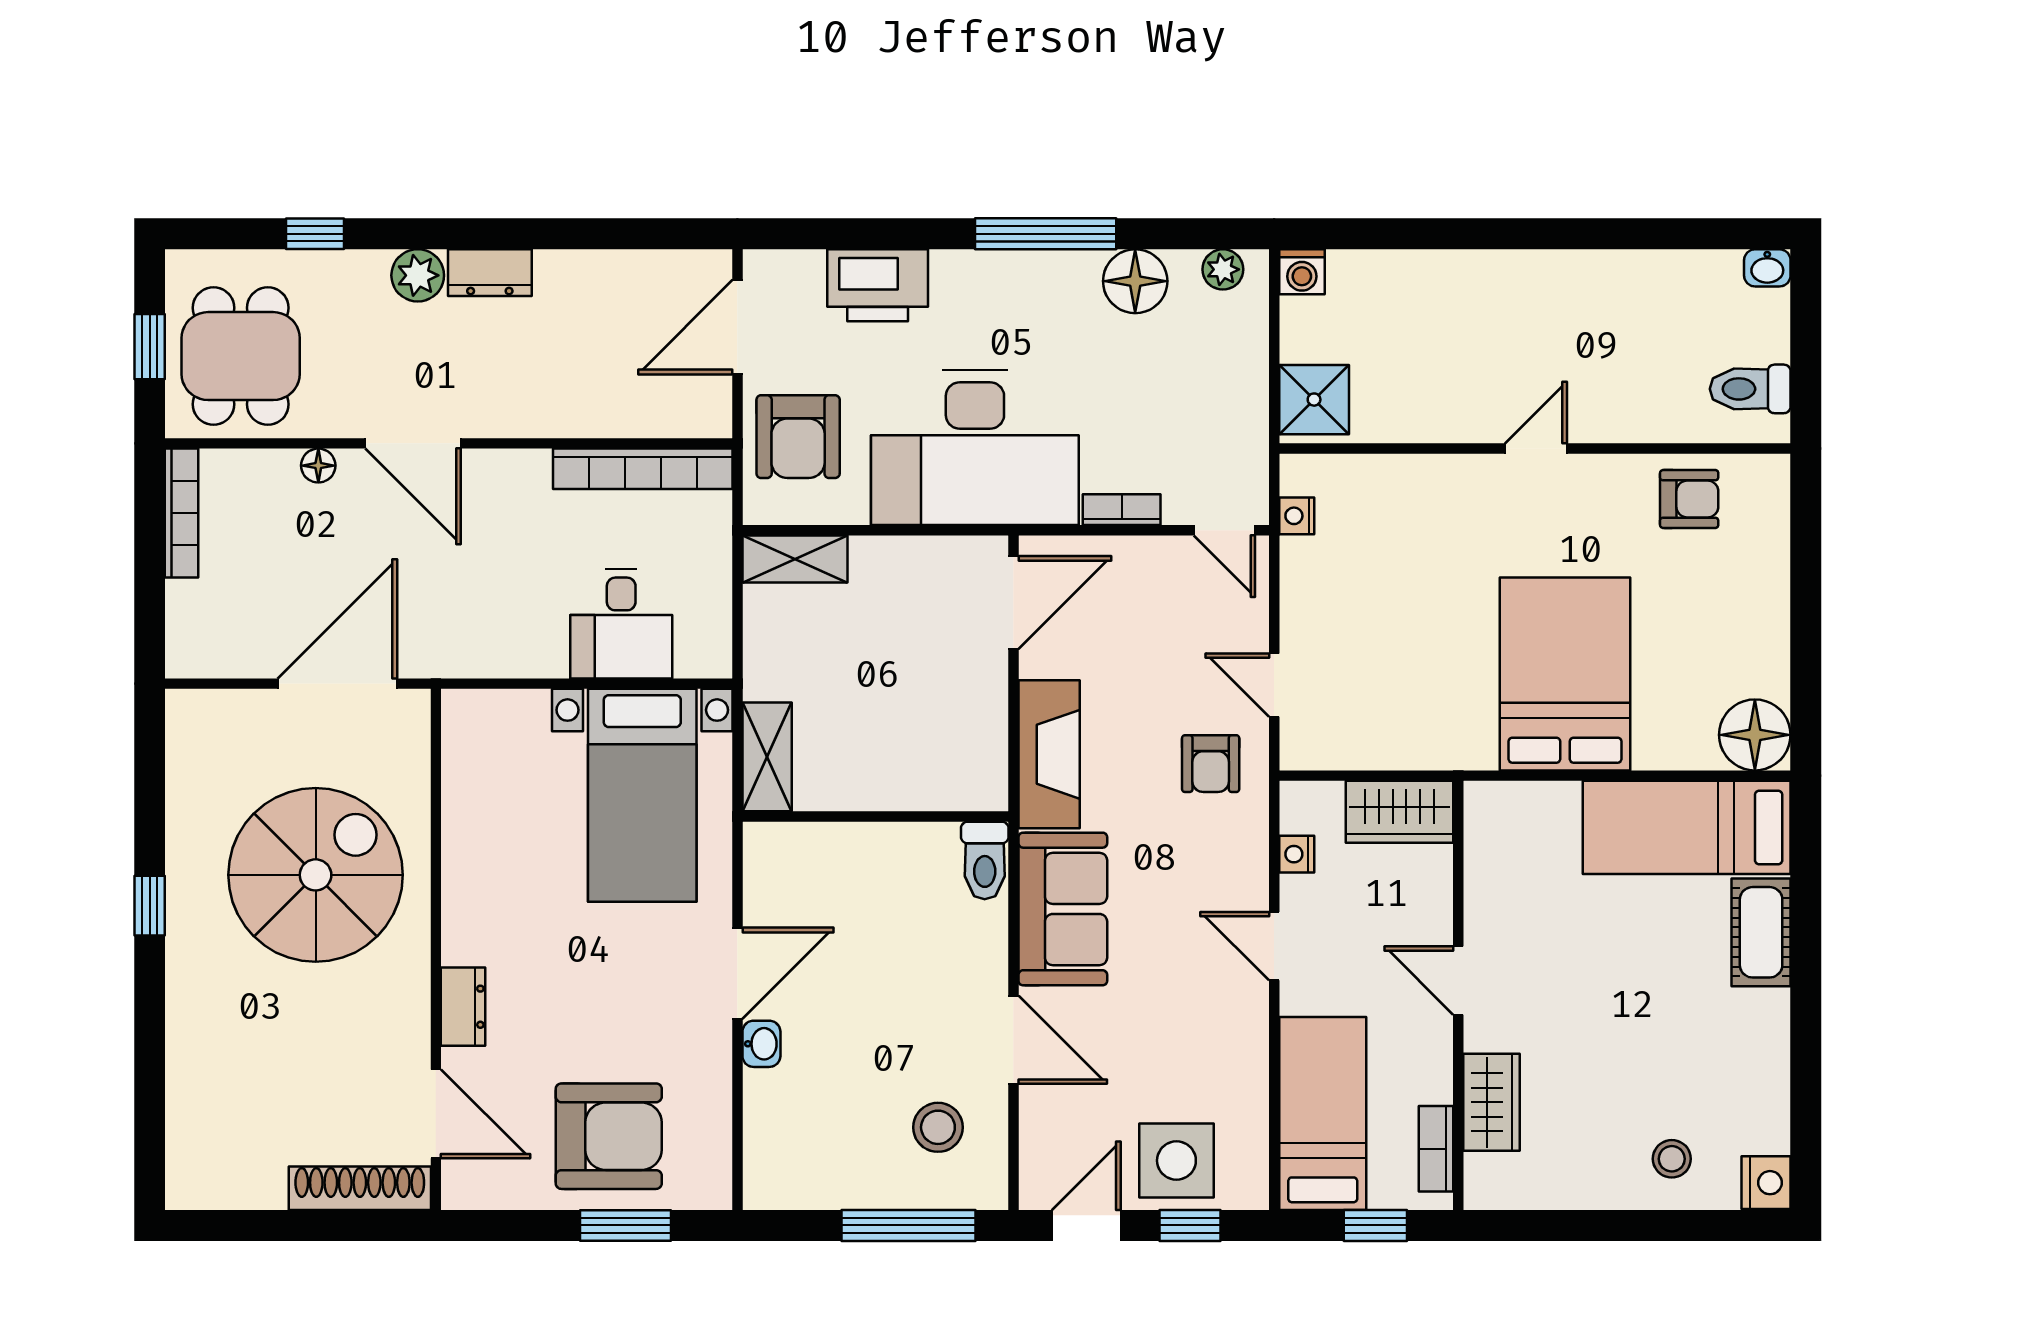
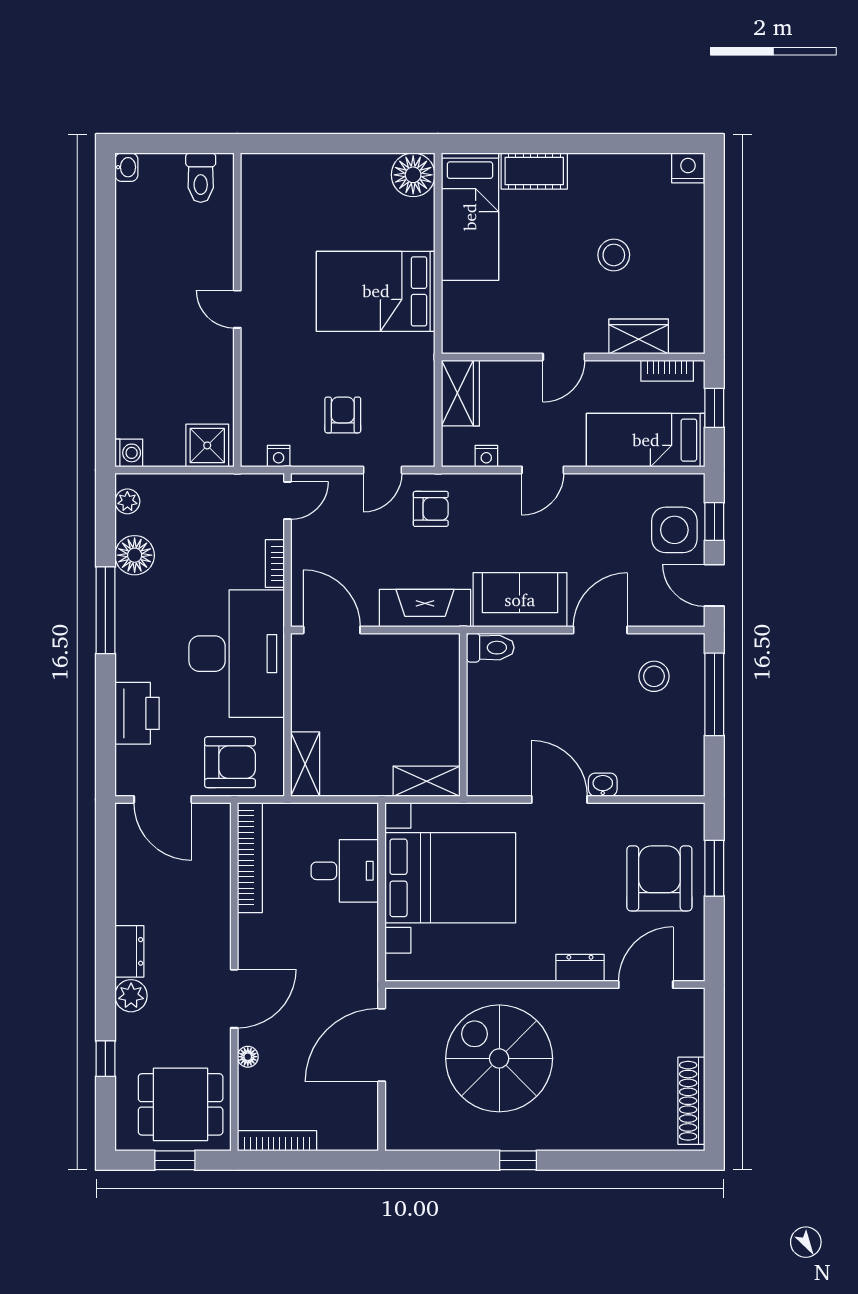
armchair: (1689, 499) -> (343, 415), moved
door: (337, 684) -> (382, 1045), hinge flipped
bed with nightstands: (642, 795) -> (450, 878), width x1.36
stool: (1672, 1159) -> (614, 255), moved, width x1.37, depth x1.37
shoe rack: (360, 1188) -> (691, 1101), moved

